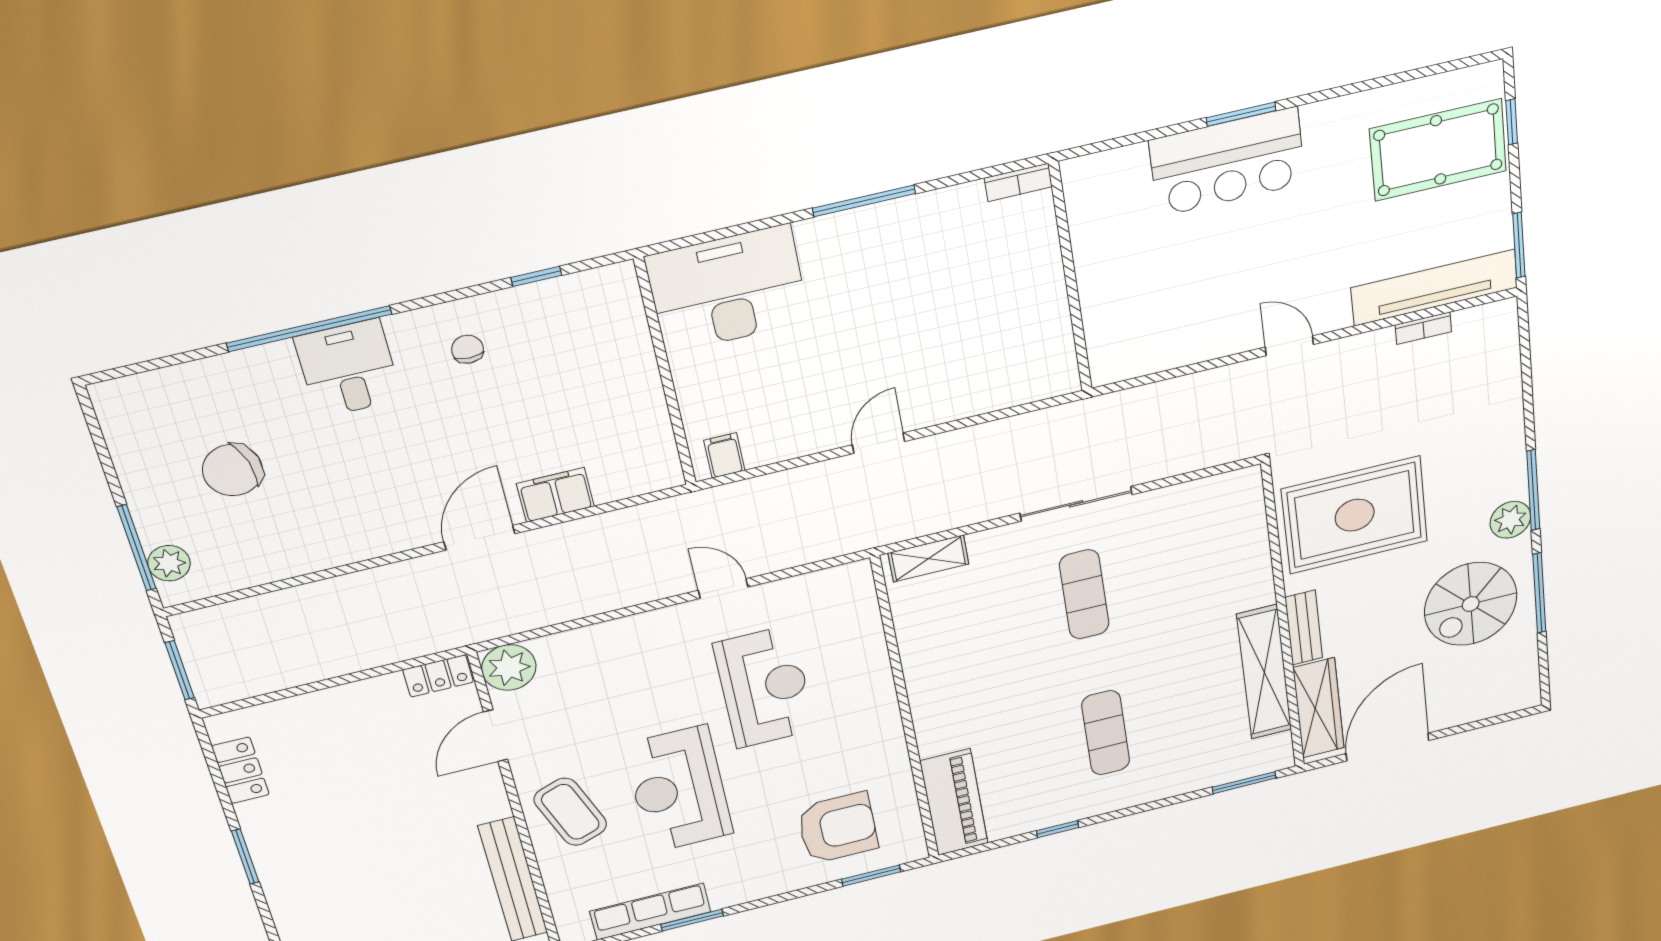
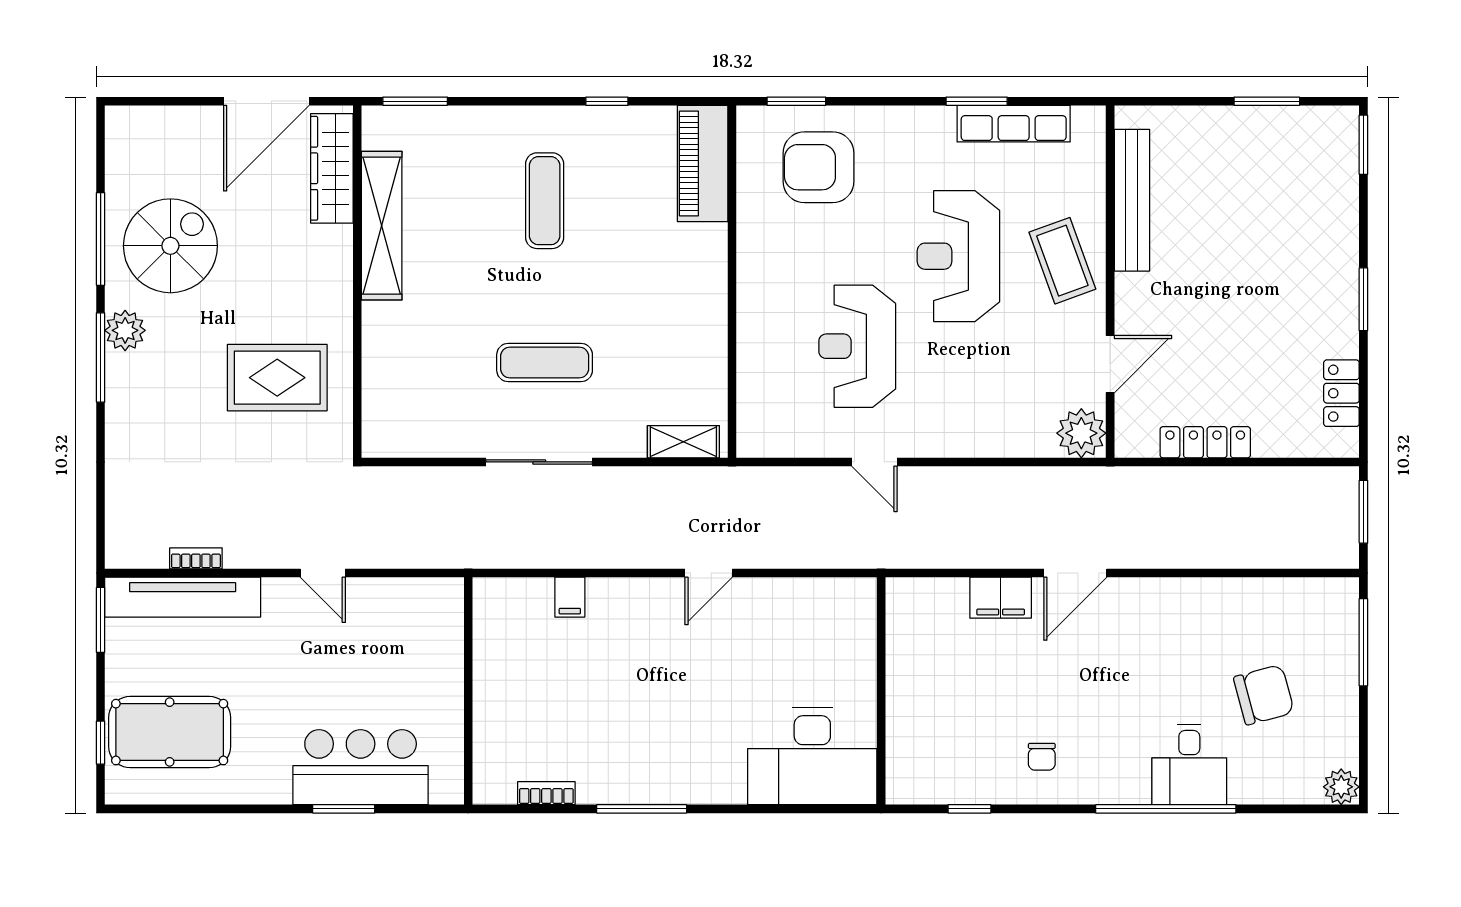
window: (864, 201) -> (642, 809), moved
wall: (1070, 278) -> (468, 691), moved
desk: (348, 368) -> (1189, 764), moved
filing cabinet: (724, 455) -> (570, 597), moved
rug: (1355, 515) -> (277, 378), width x0.73, depth x0.69
plant: (169, 563) -> (1341, 787), moved
exercise mat: (1084, 594) -> (545, 363), turned 90
bench: (1304, 628) -> (338, 266), removed
locker: (438, 676) -> (1205, 442), moved, width x1.53
reception desk: (678, 789) -> (958, 256), turned 180

